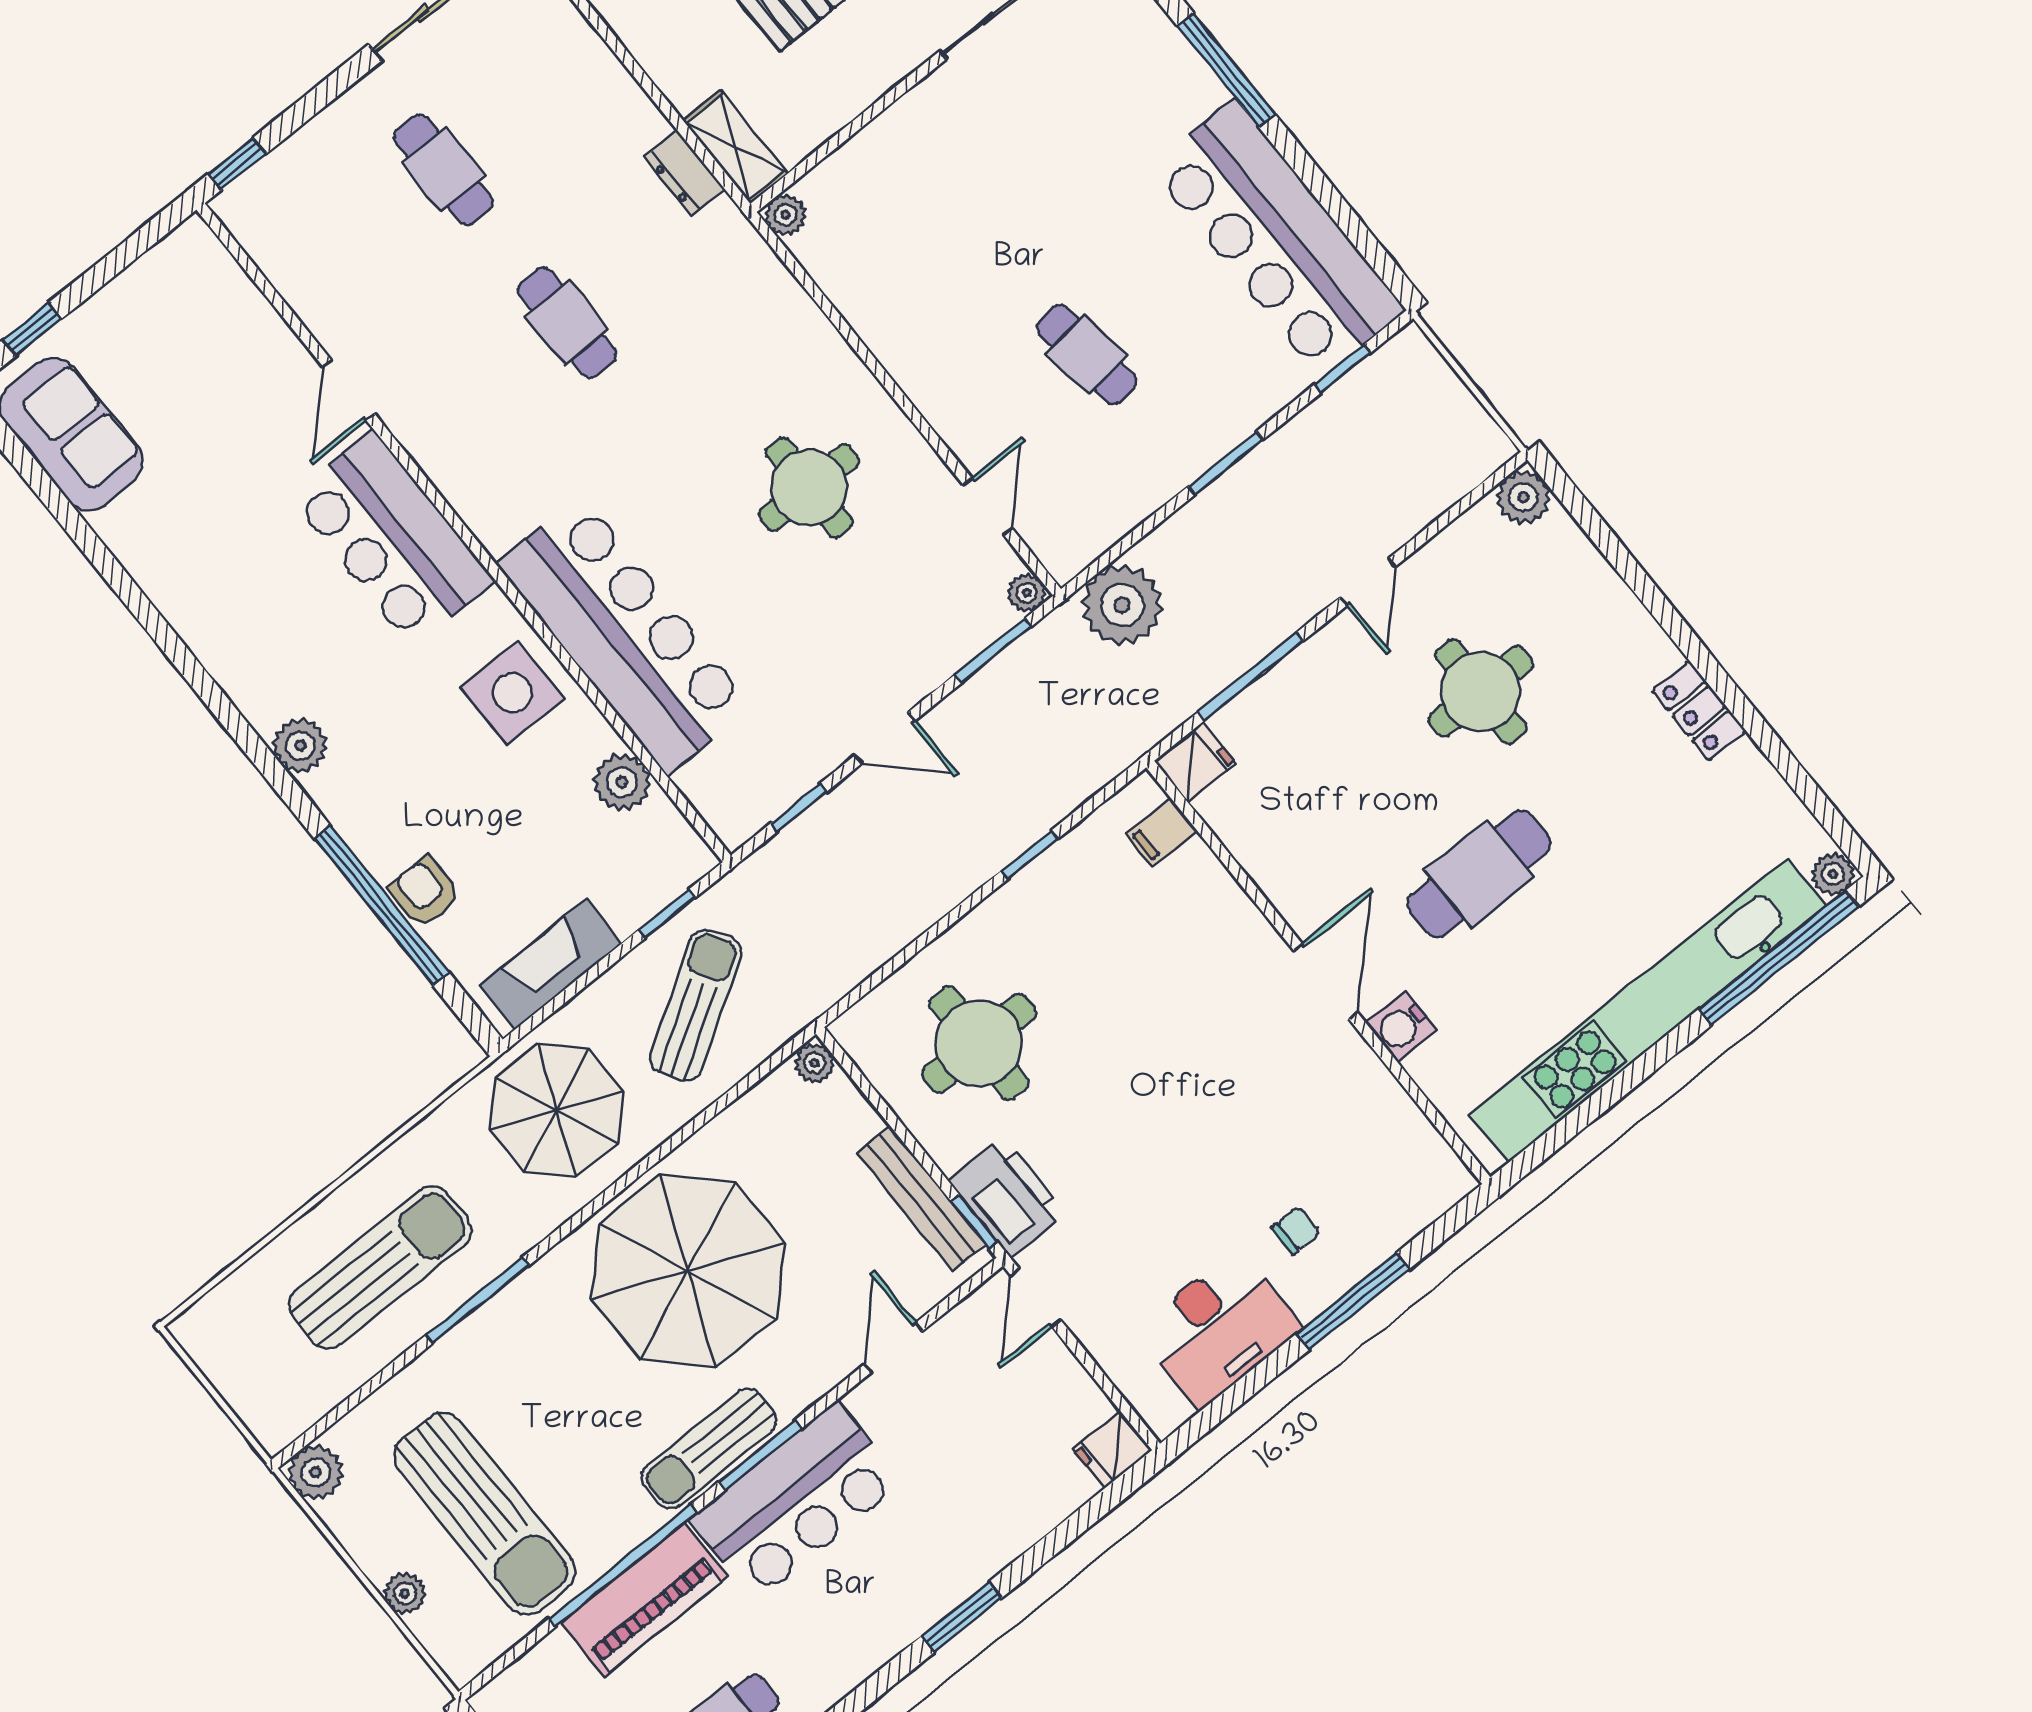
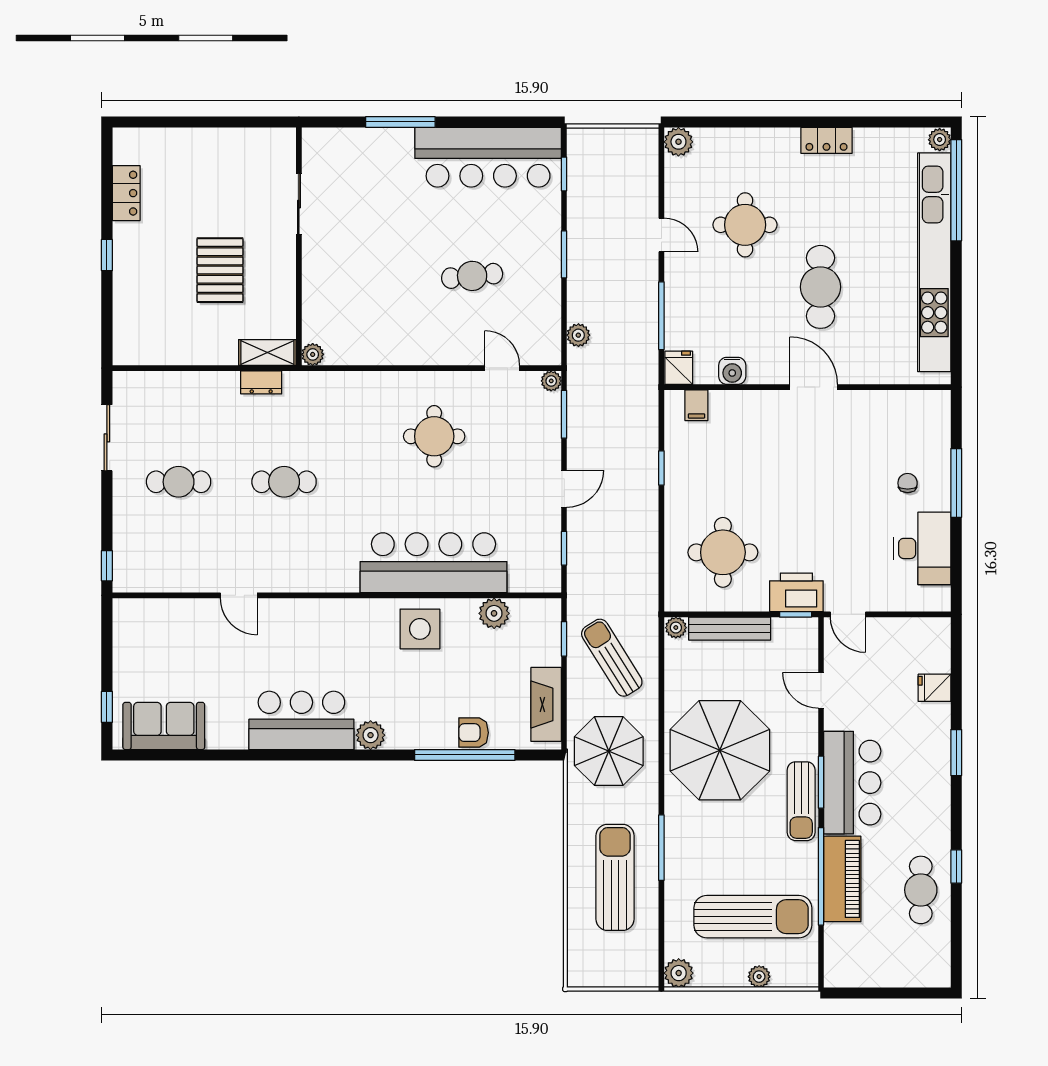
bar counter: (392, 539) -> (301, 720), moved, turned 180
plant: (1122, 605) -> (578, 335), width x0.53, depth x0.53
water cooler: (1401, 1027) -> (732, 371), moved
bench: (922, 1199) -> (730, 629), moved
fridge: (1112, 1450) -> (935, 688), moved, turned 90

